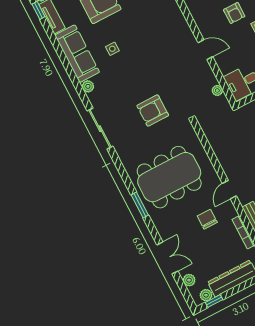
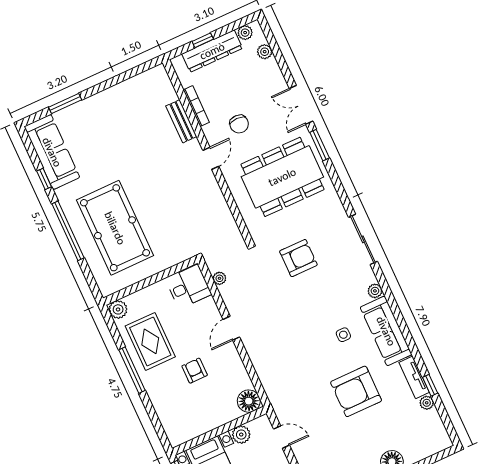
door: (205, 50) -> (231, 328), hinge flipped
double door: (167, 258) -> (301, 105), moved
window: (214, 301) -> (203, 40), moved

